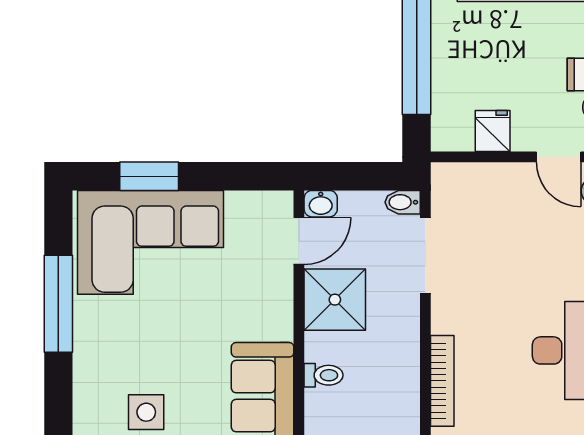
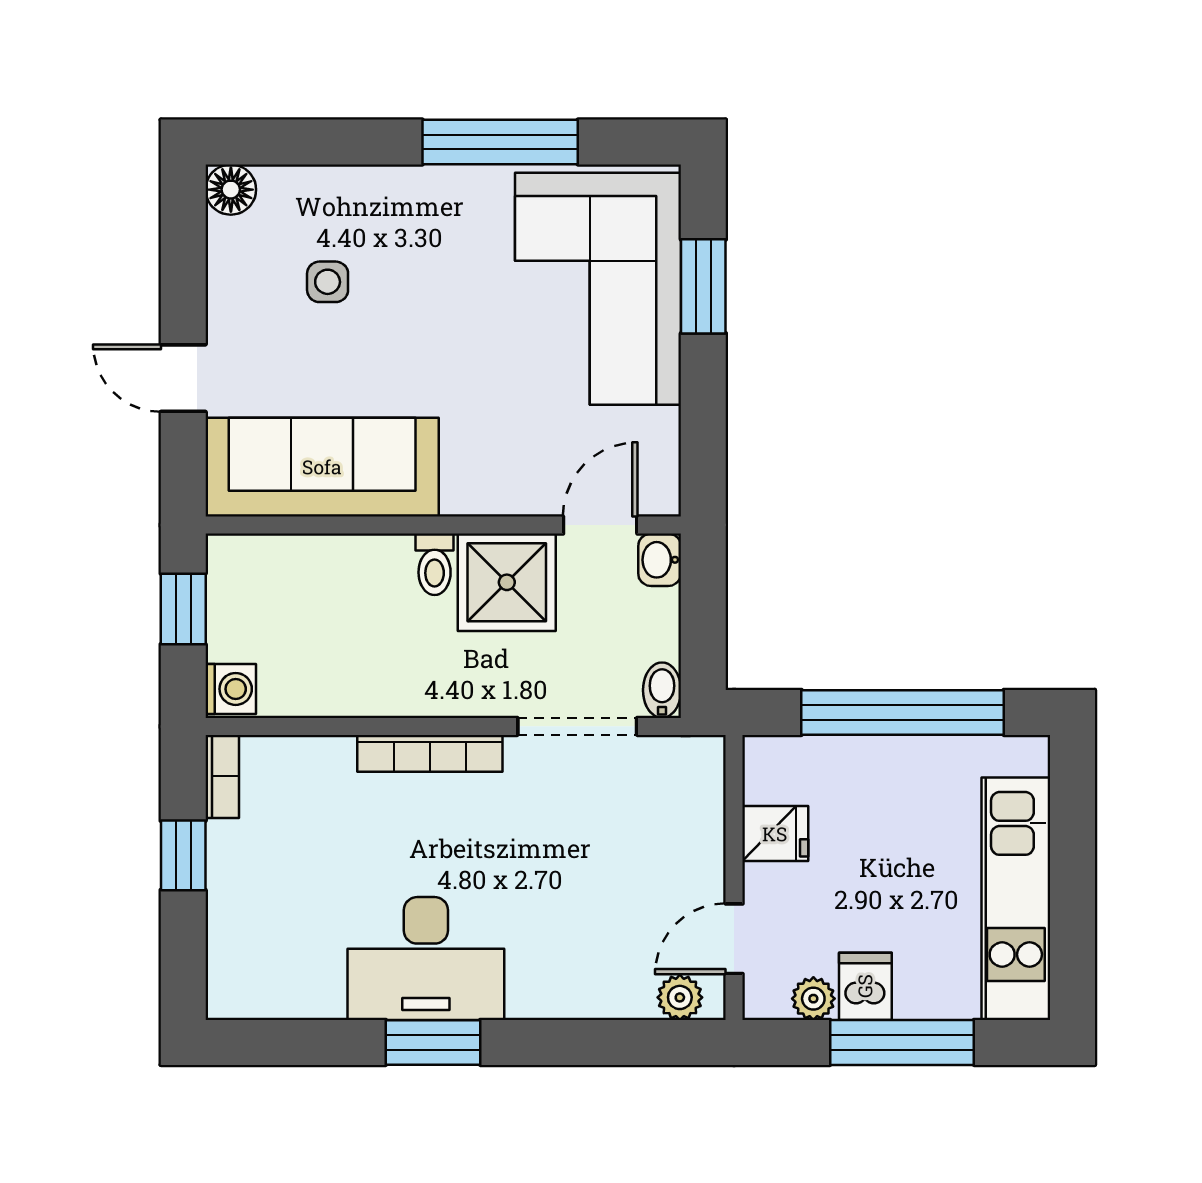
door: (299, 241) -> (600, 525), swing flipped
toilet: (324, 375) -> (435, 564), moved
bookcase: (442, 381) -> (430, 753), moved
side table: (146, 412) -> (328, 282), width x0.73, depth x0.73

